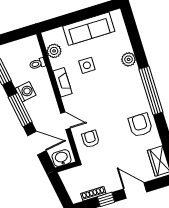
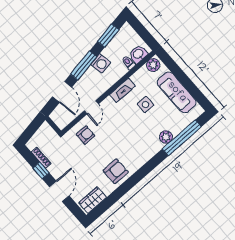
plant: (54, 51) -> (153, 65), moved
window: (151, 91) -> (182, 138), moved
washbasin: (62, 158) -> (138, 54), moved, turned -90

